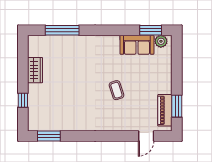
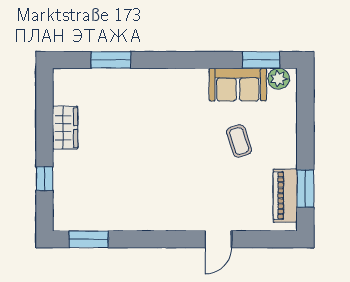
window: (62, 30) -> (111, 60), width x0.69
coffee table: (116, 90) -> (239, 141), moved
door: (146, 136) -> (218, 239), moved

